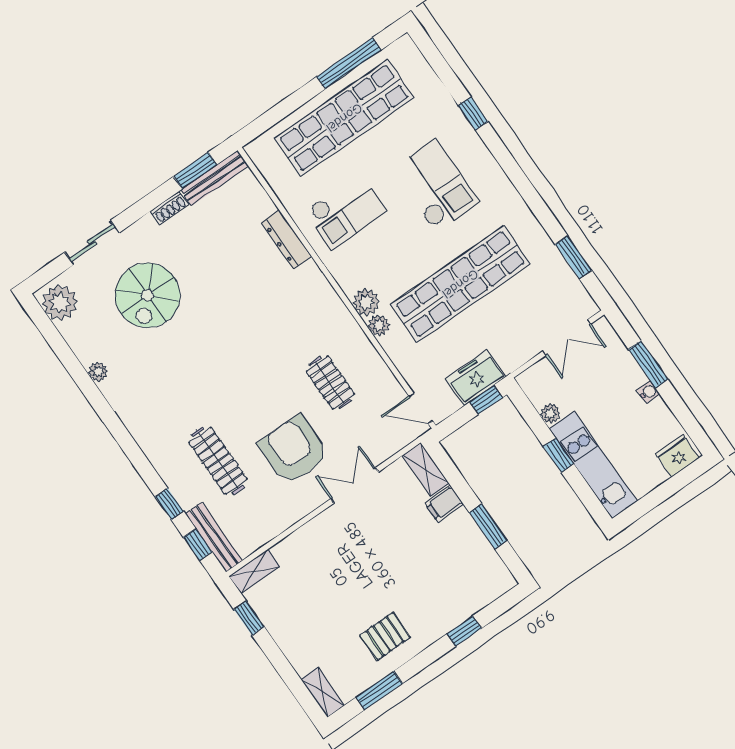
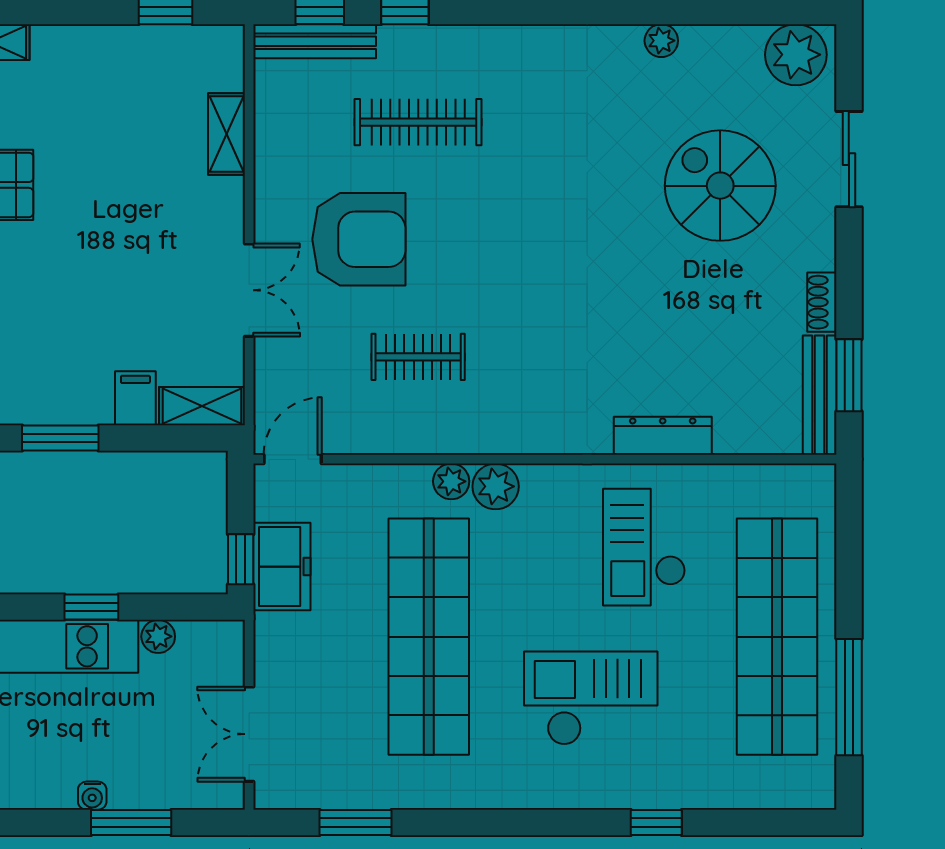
checkout: (436, 186) -> (591, 698), turned 180
shelving: (255, 571) -> (226, 134), moved

